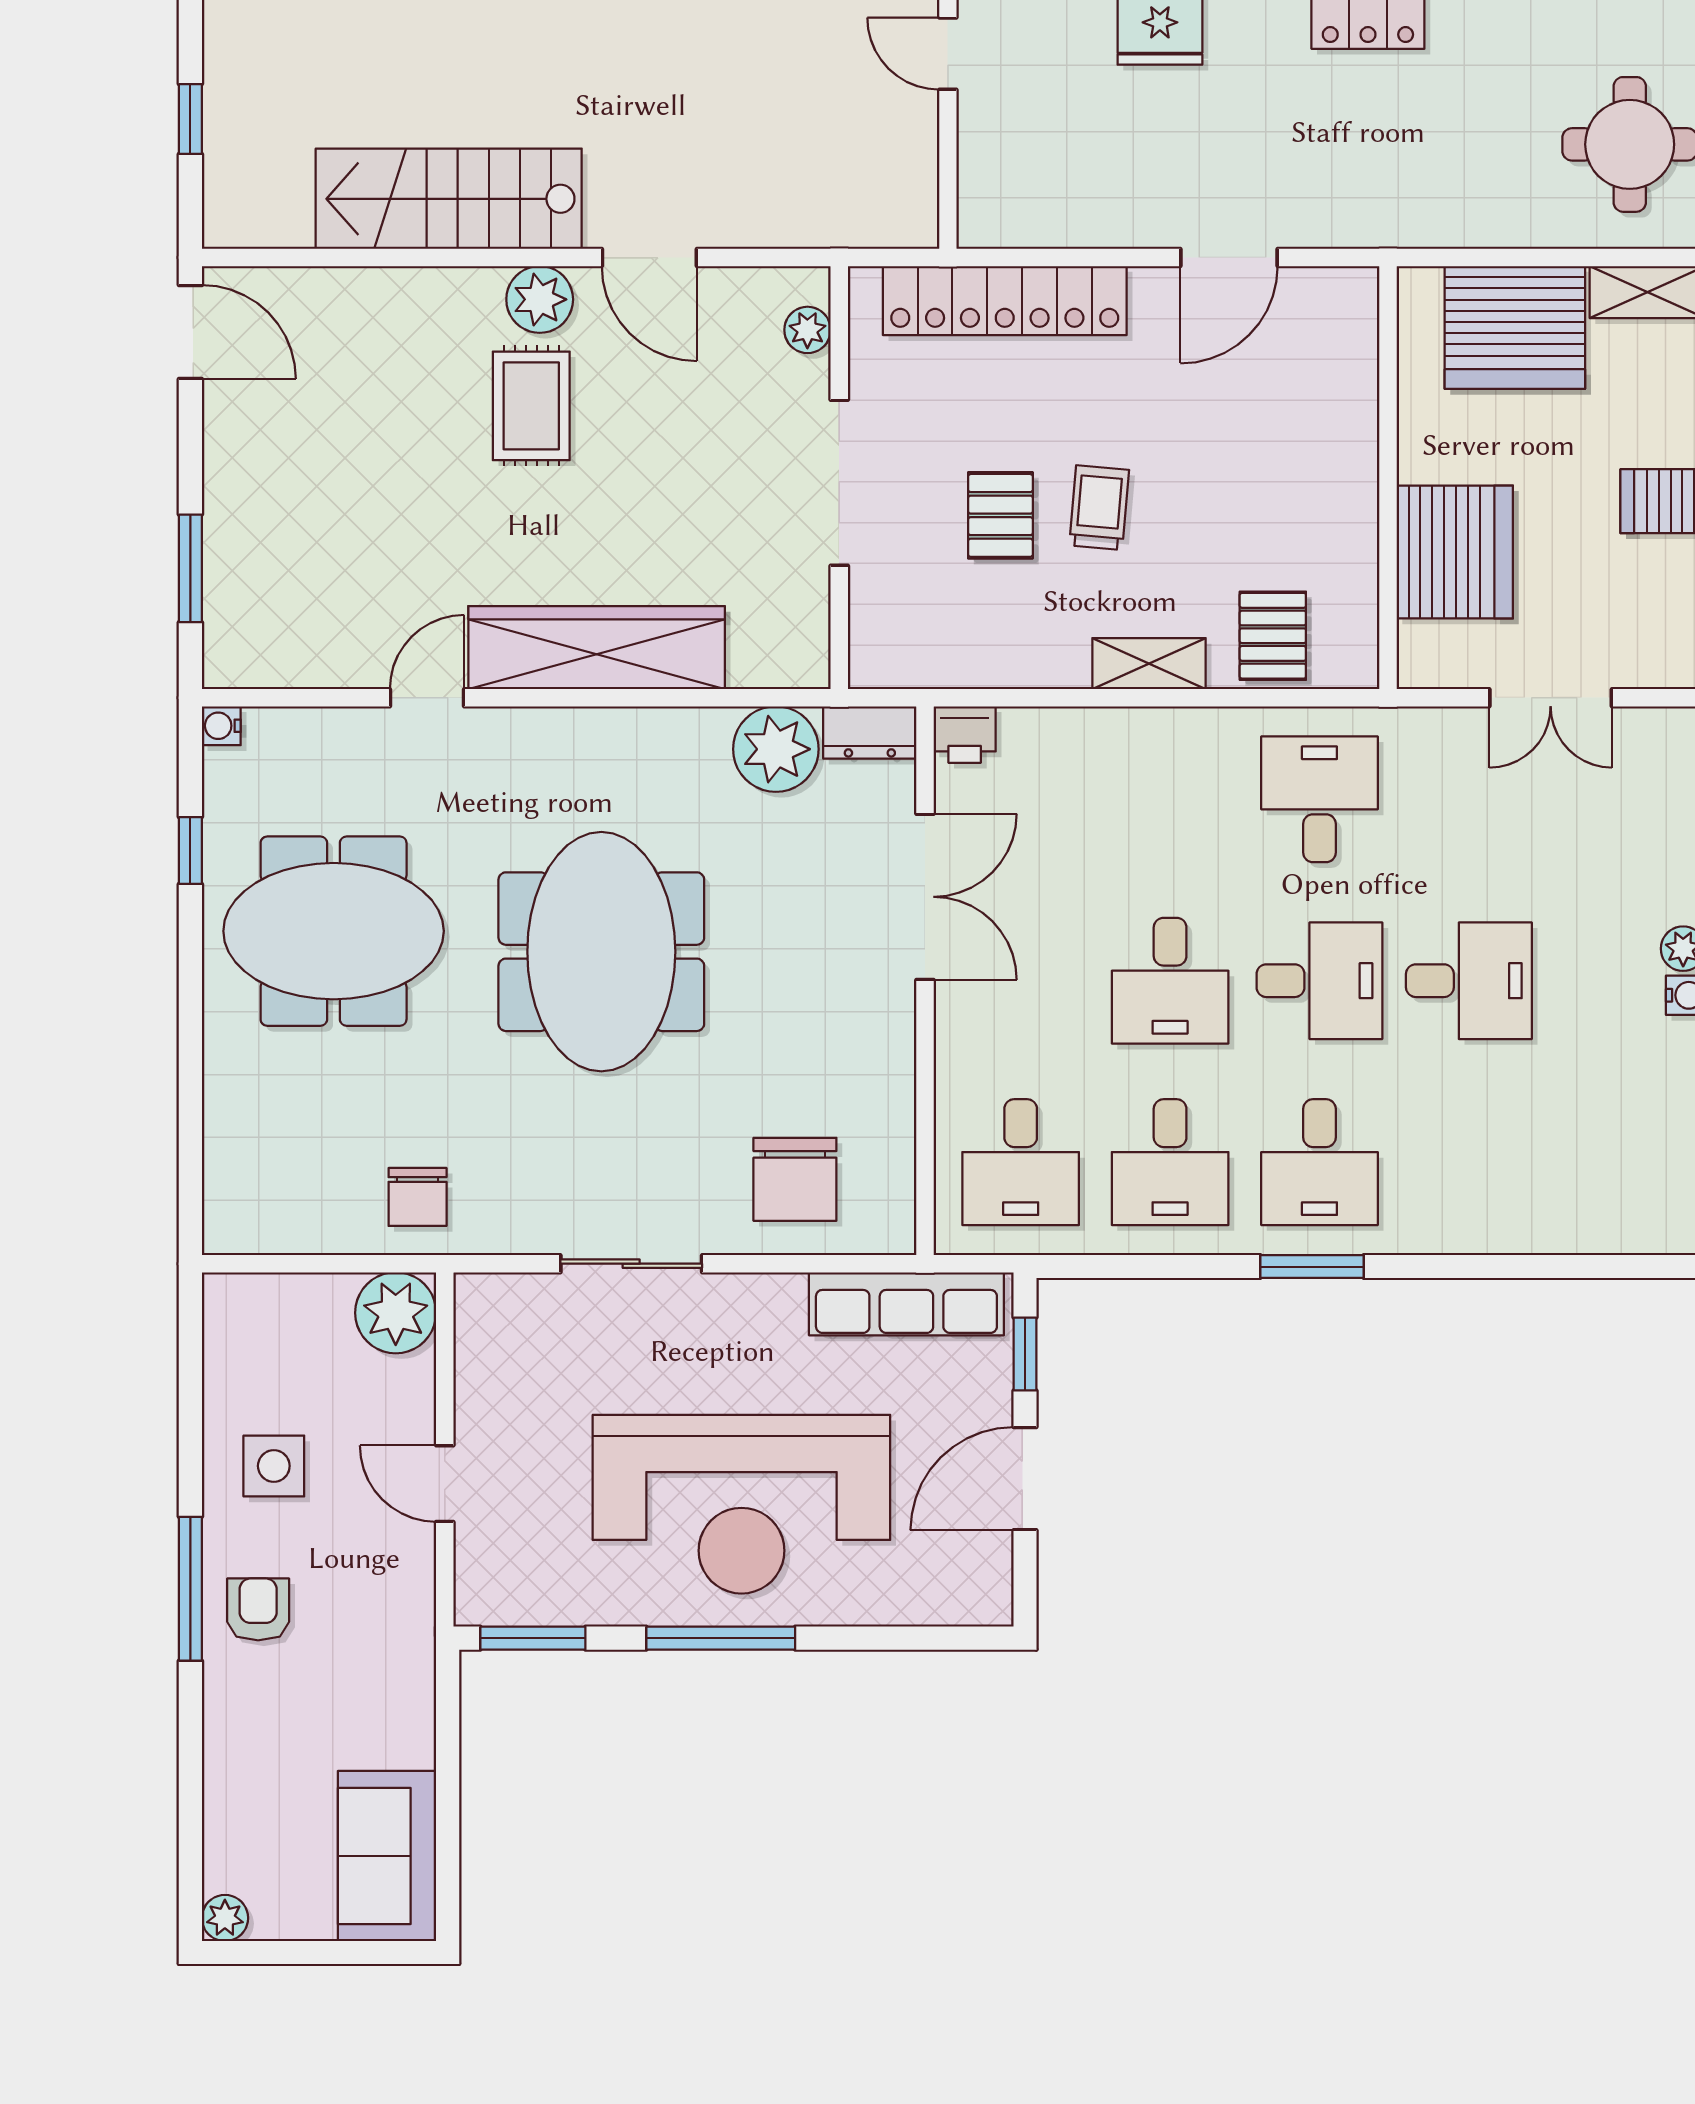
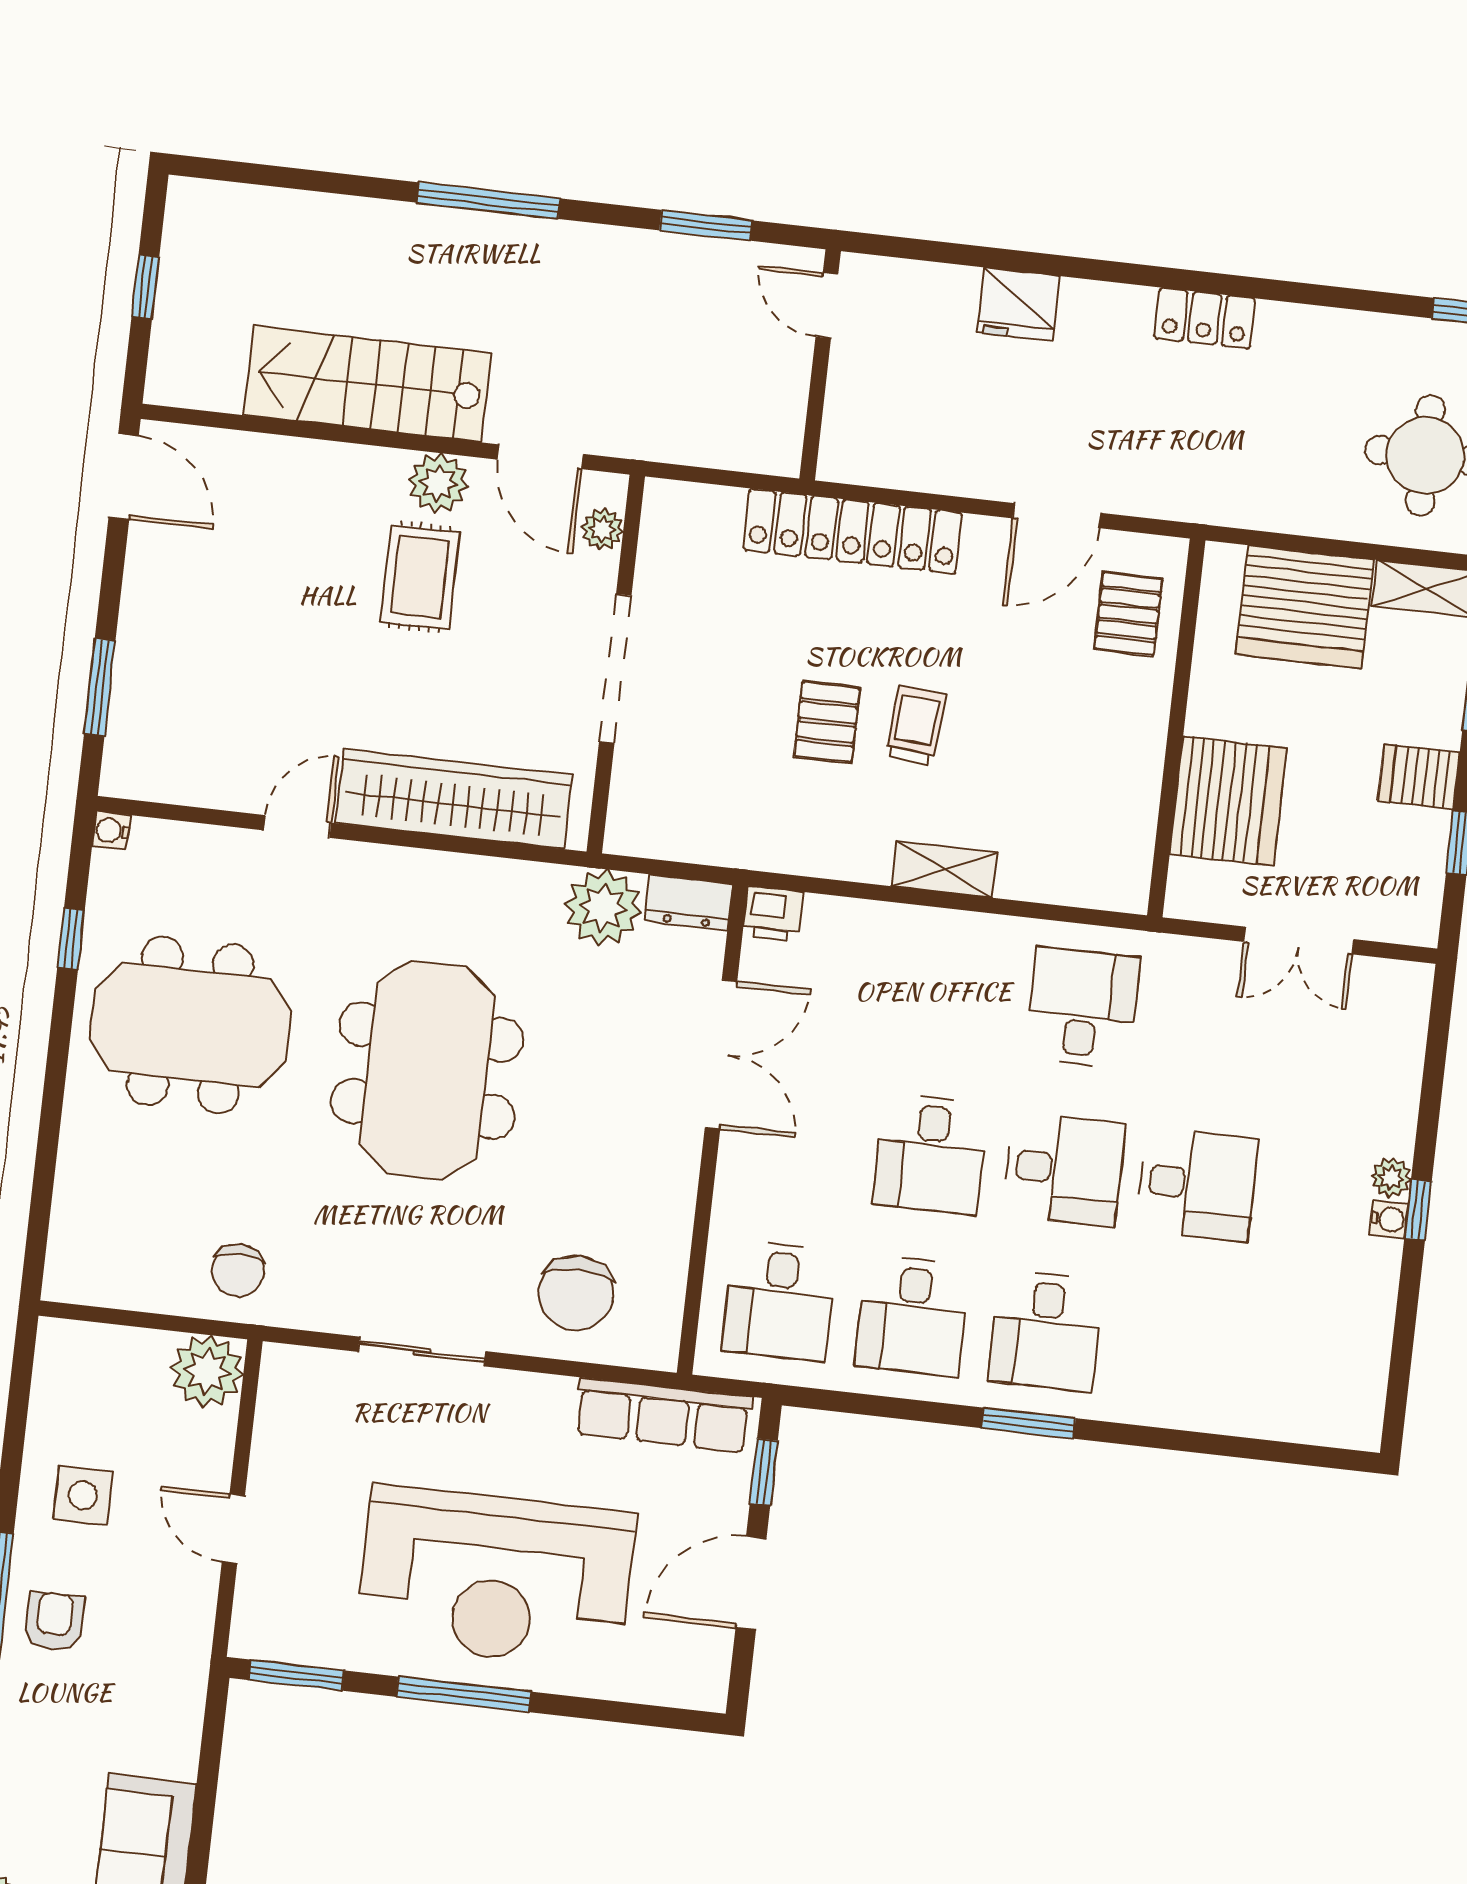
plant: (807, 330) -> (602, 529), moved
wall: (839, 478) -> (616, 664), moved
doorway: (839, 483) -> (615, 669), moved
pallet: (1273, 636) -> (1128, 614), moved

